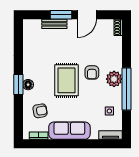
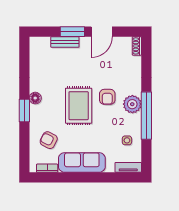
floor lamp: (28, 85) -> (35, 98), moved
armchair: (40, 111) -> (49, 140), turned -143

